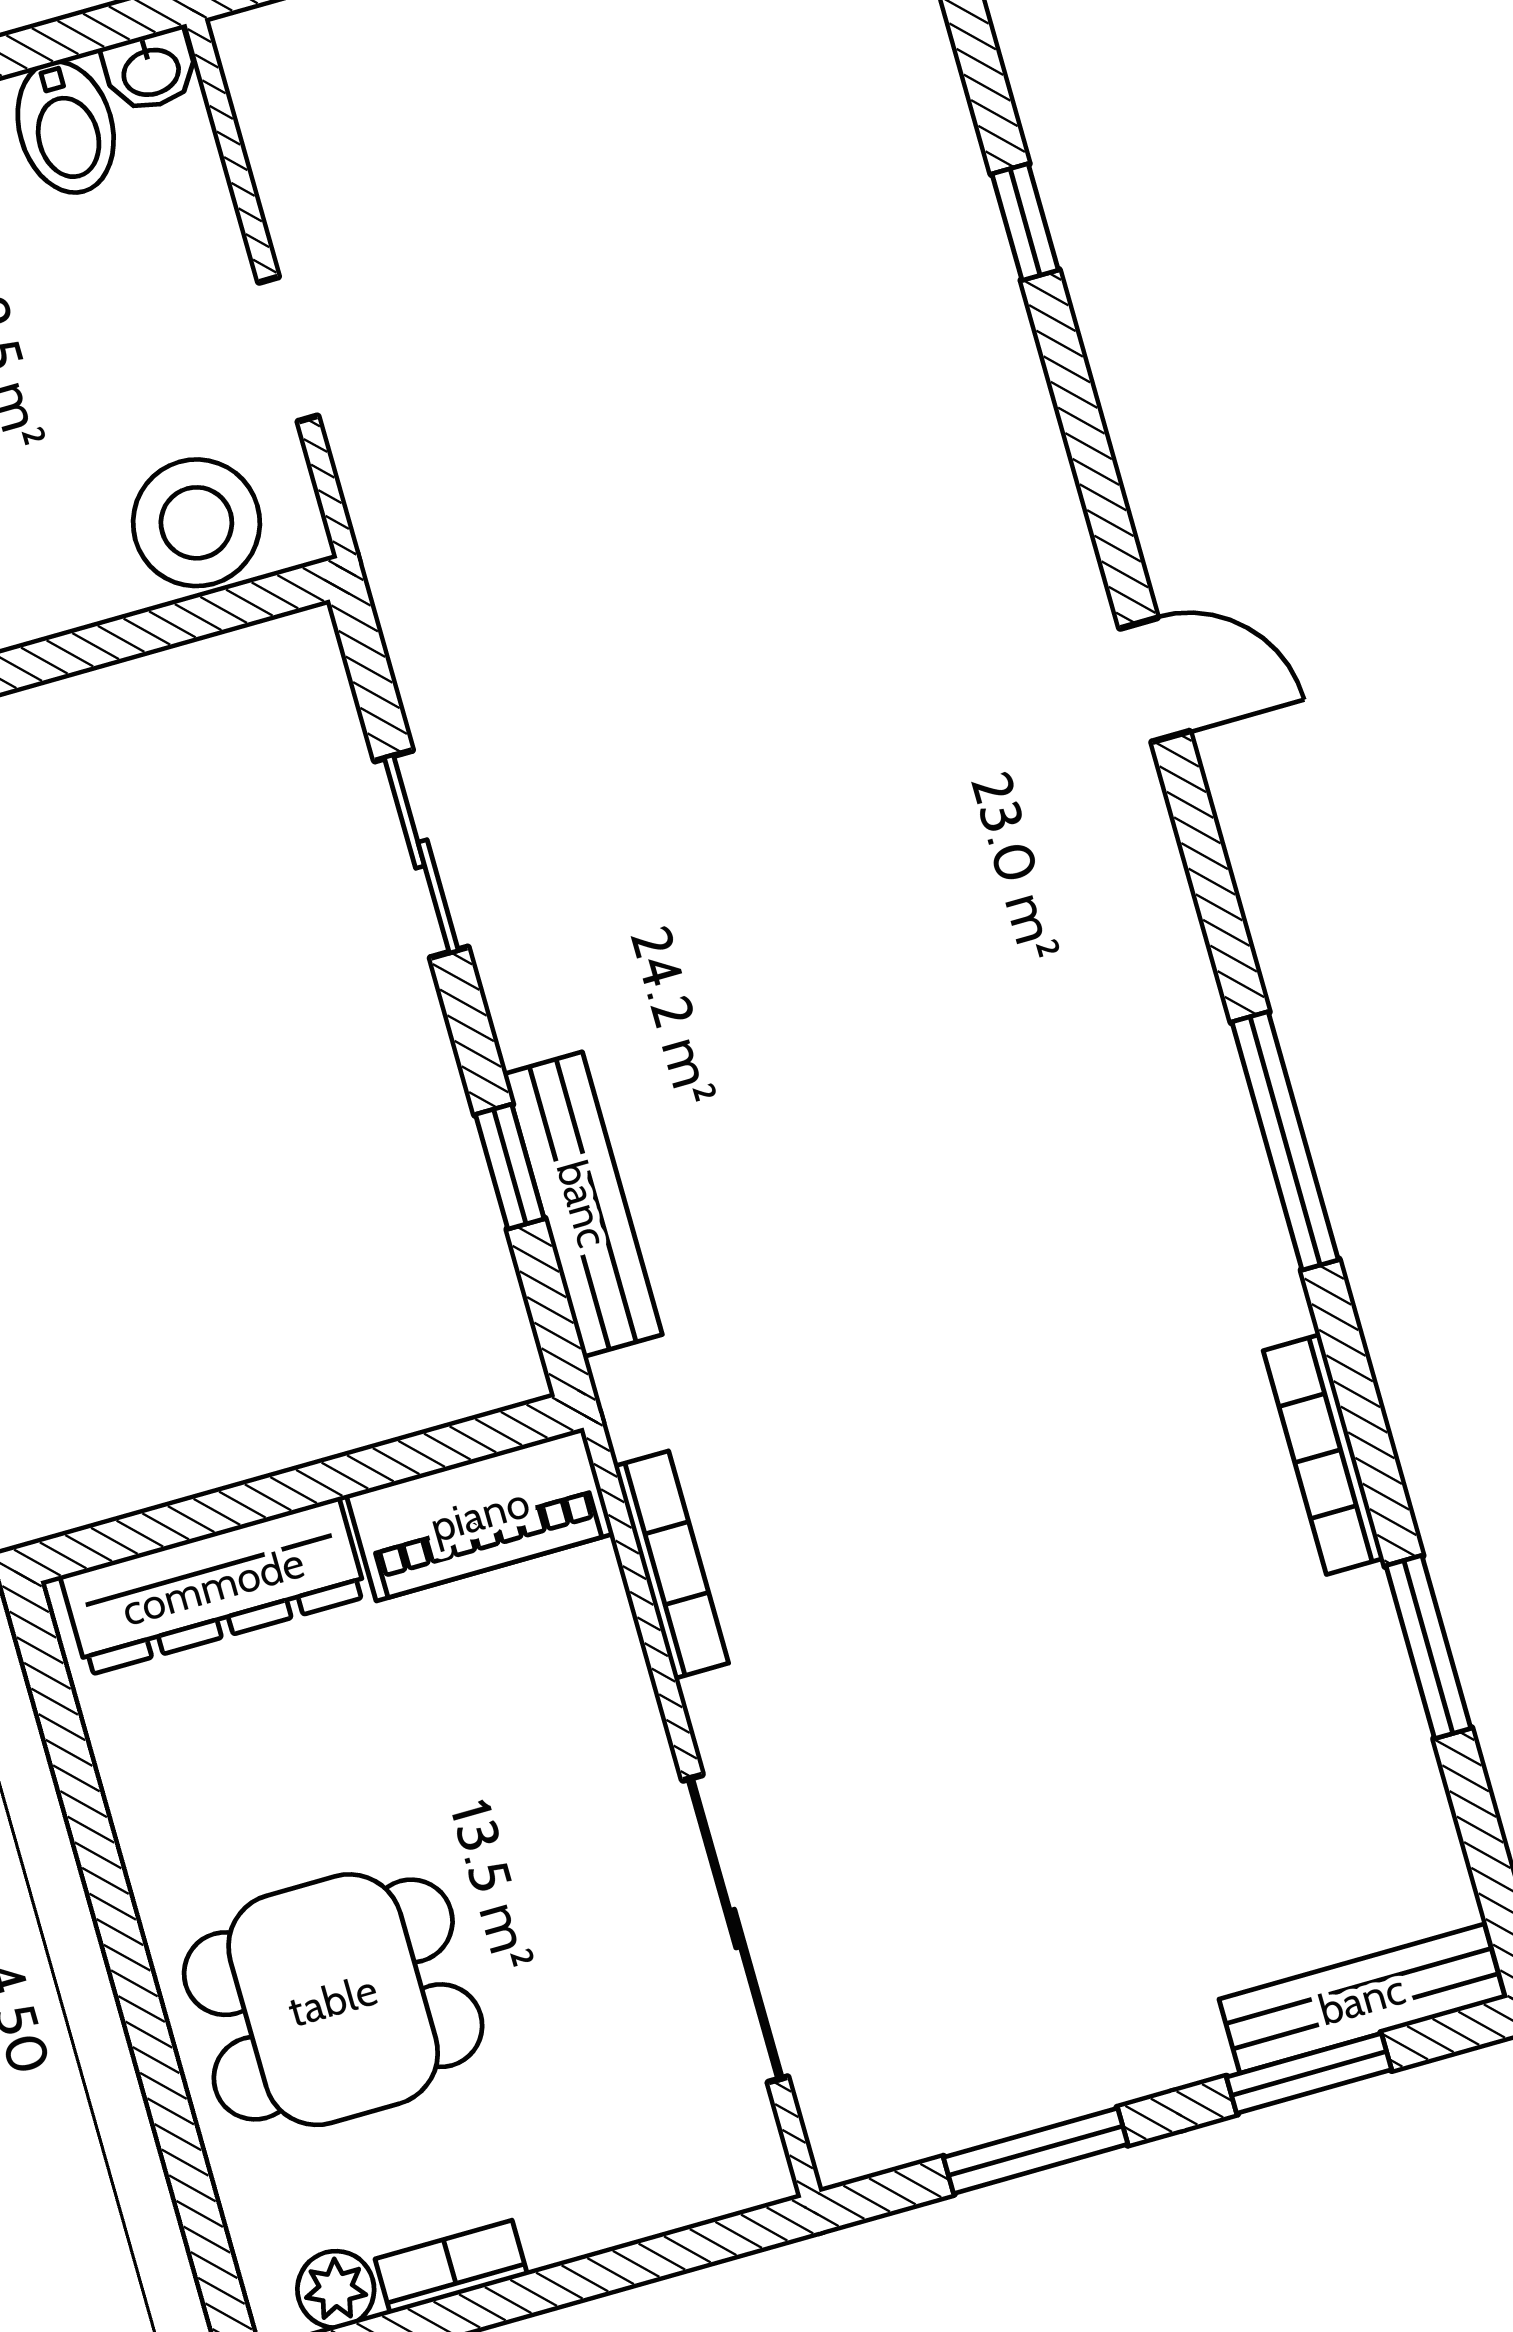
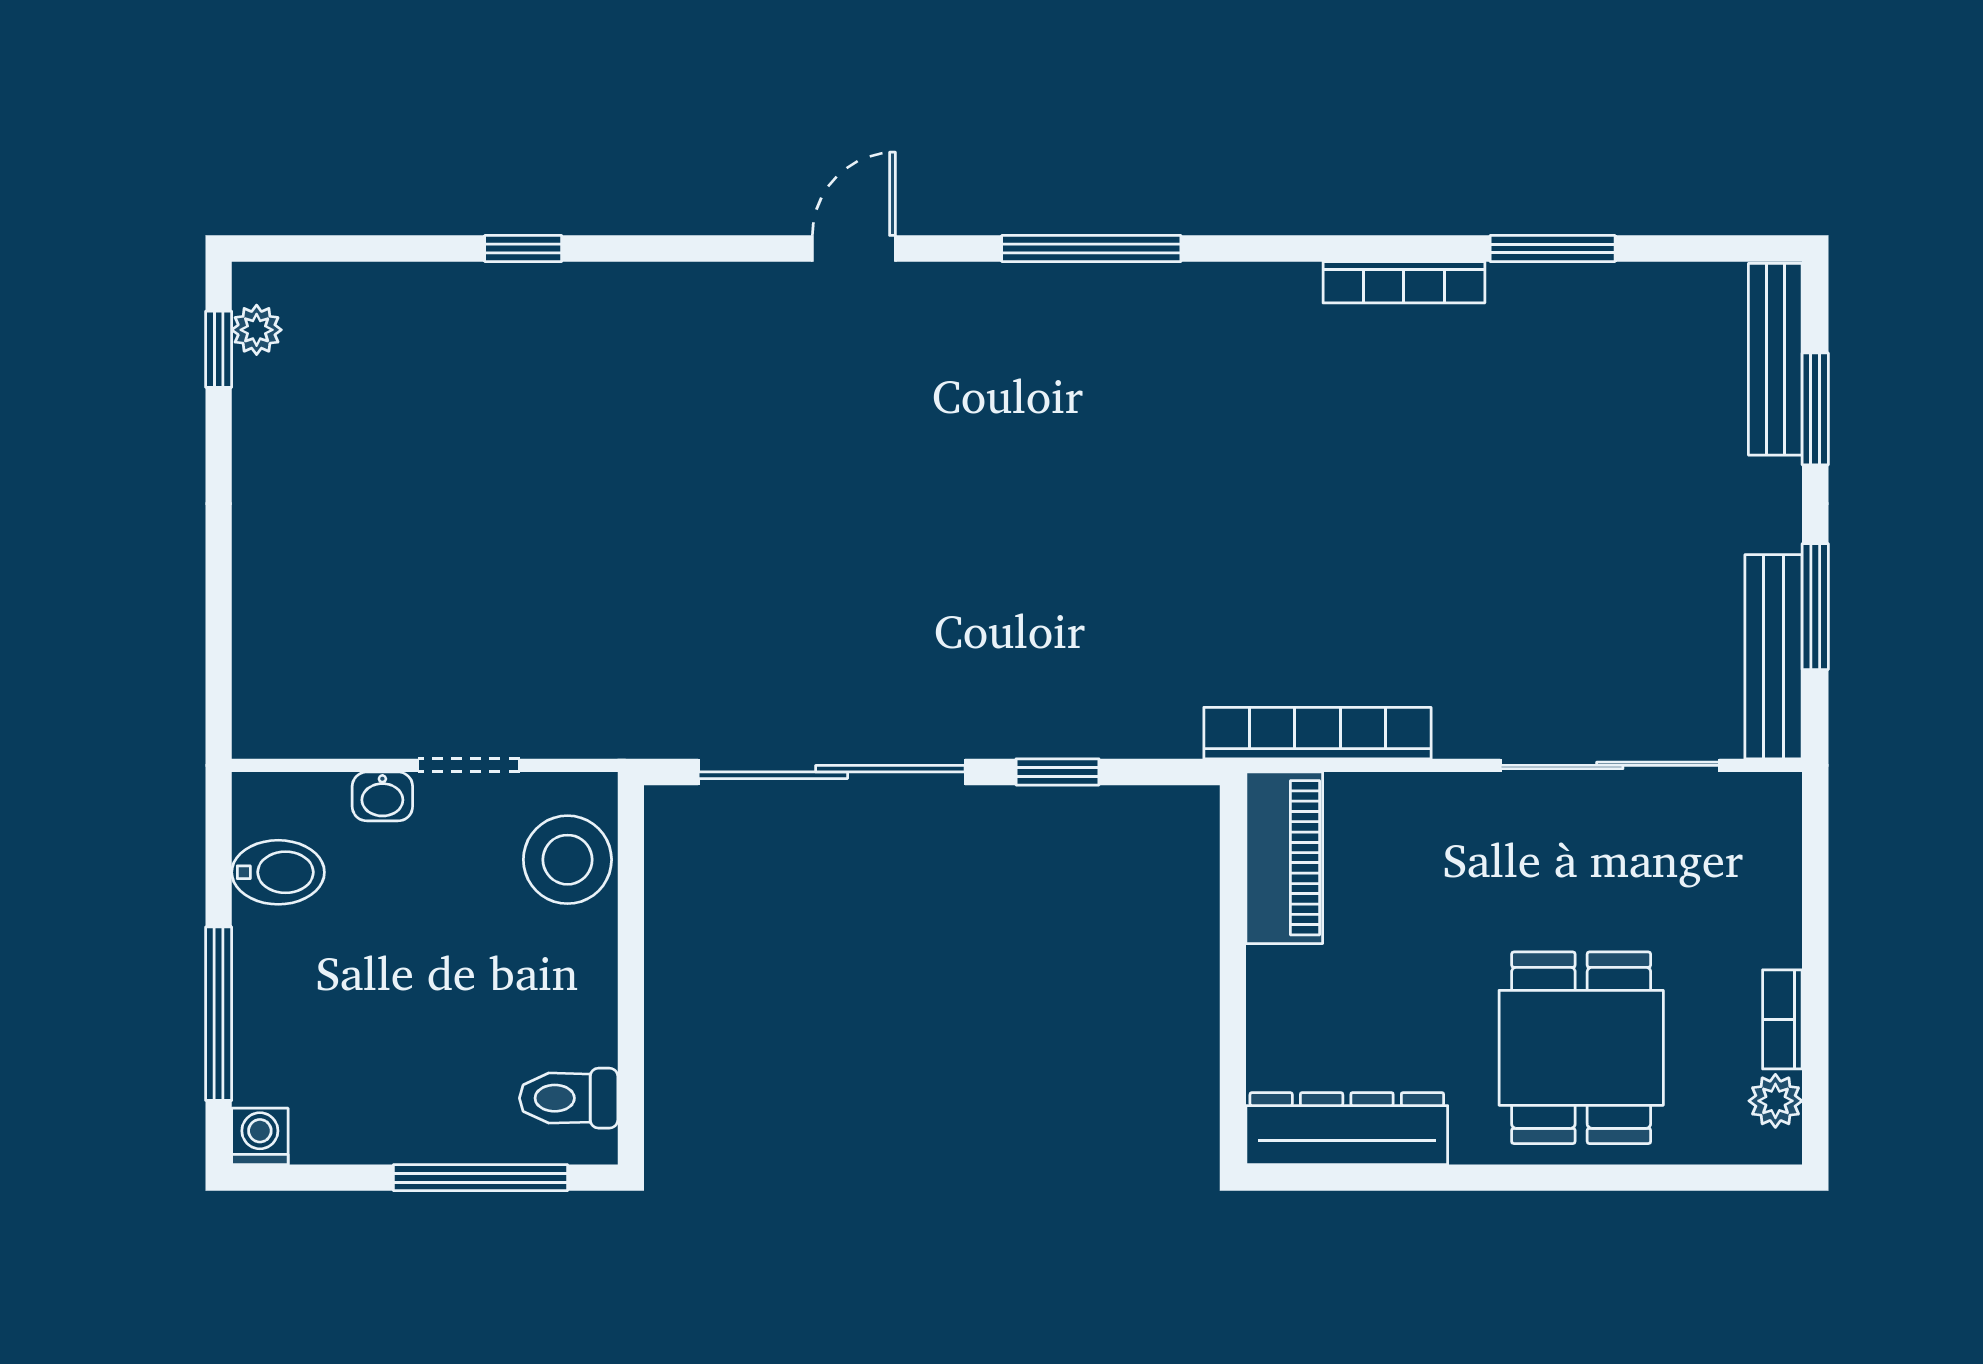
washbasin: (151, 70) -> (382, 796), moved, turned 90
sliding door: (421, 854) -> (832, 772), width x1.86
window: (1285, 1141) -> (1091, 248), moved
bench: (583, 1204) -> (1774, 657), moved, turned 90
bookcase: (671, 1565) -> (1317, 733), width x1.48, depth x1.31
dresser: (213, 1586) -> (1347, 1129), moved, turned -90

